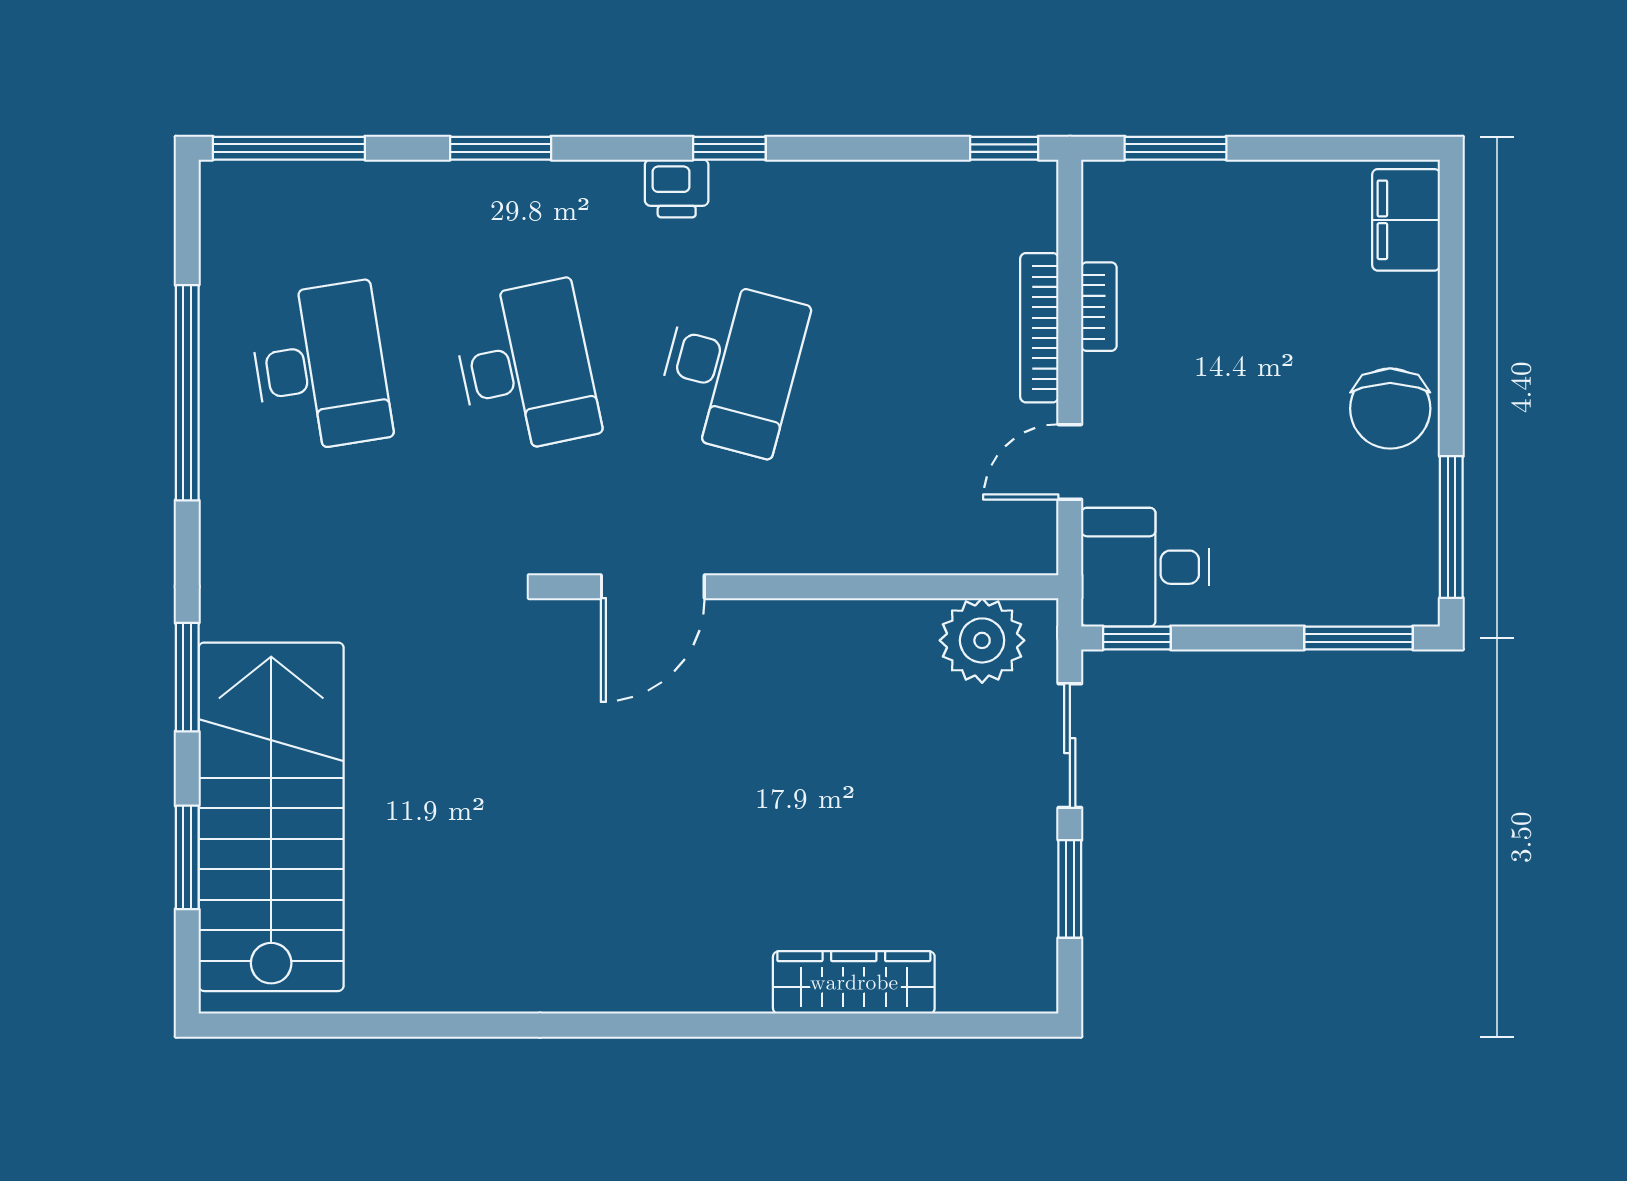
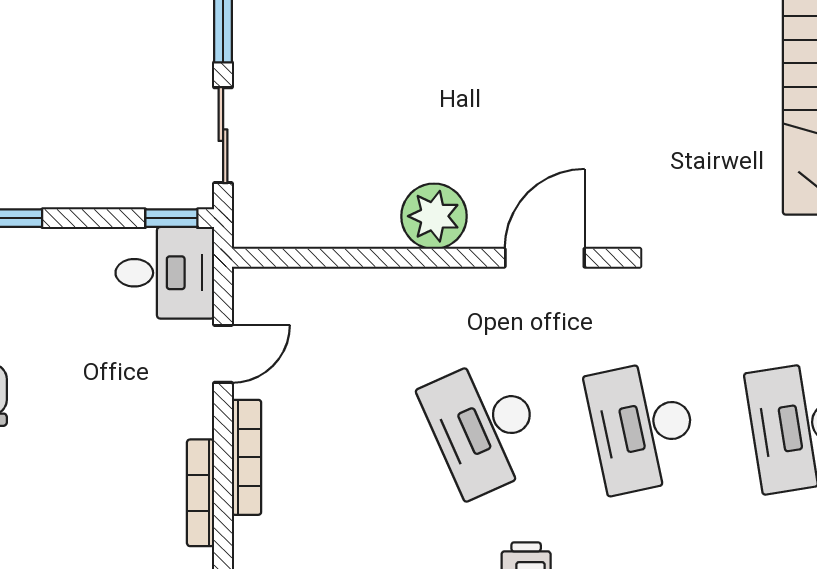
bookcase: (1099, 307) -> (201, 493), width x1.56
desk: (731, 367) -> (484, 427), turned -39
plant: (982, 640) -> (434, 216), moved

